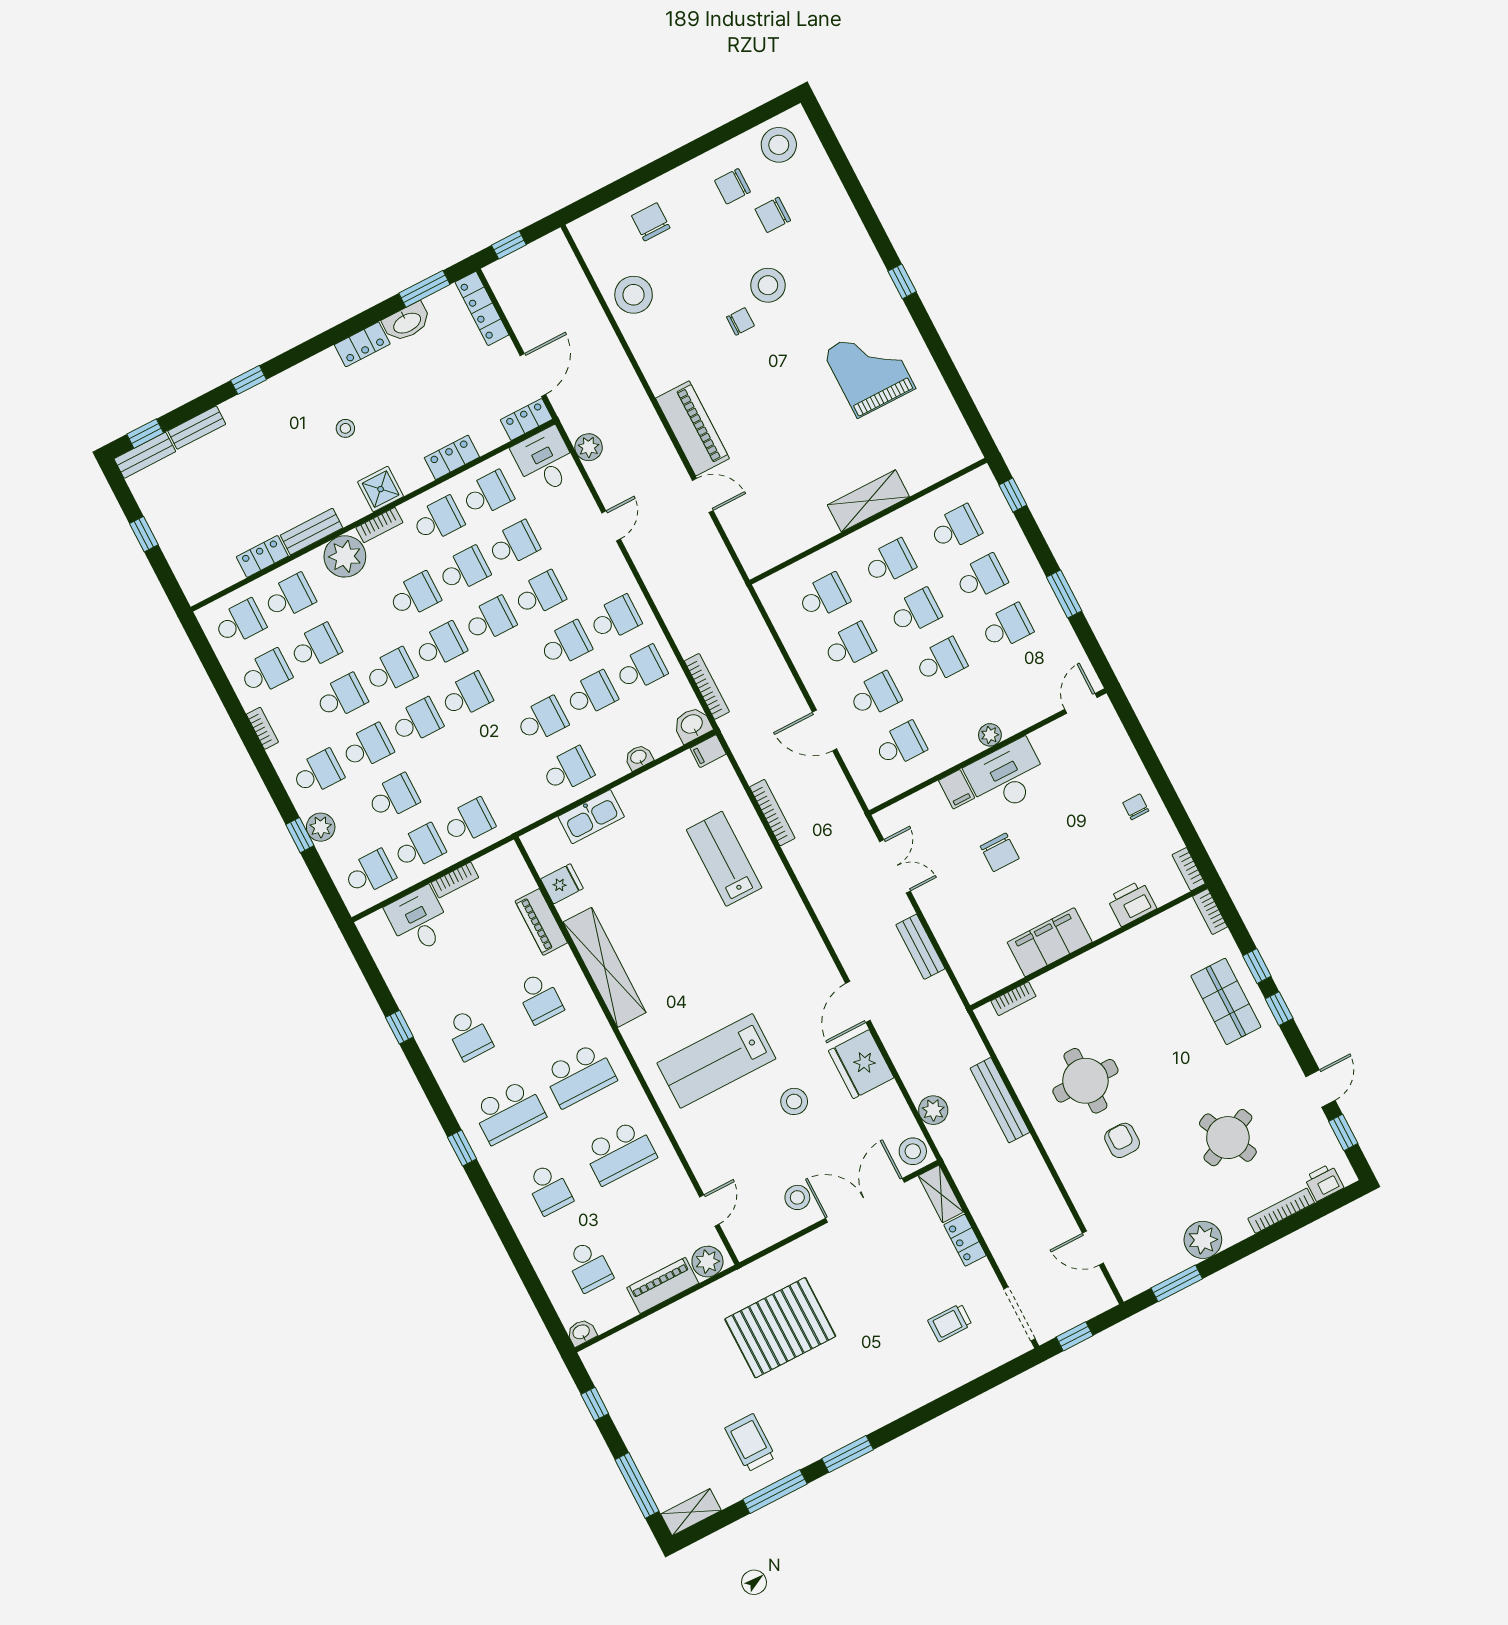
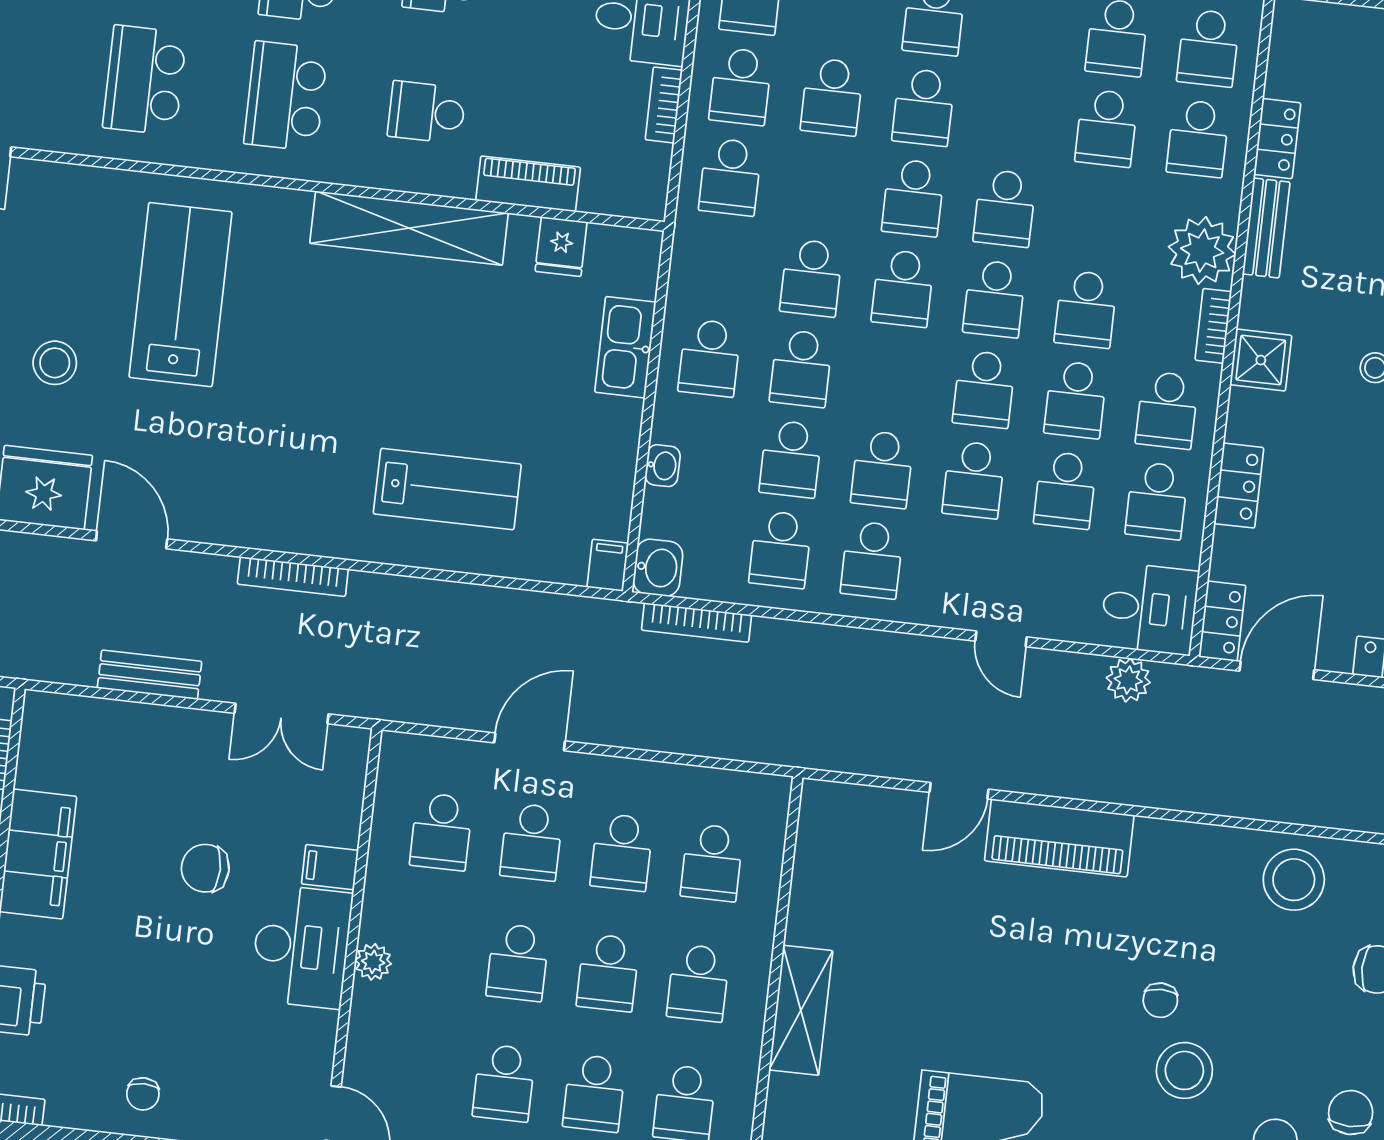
door: (533, 375) -> (1277, 670), swing flipped
school desk: (341, 697) -> (811, 278), moved
chair: (1136, 807) -> (143, 1094), turned 90
bookcase: (772, 813) -> (293, 577), moved

